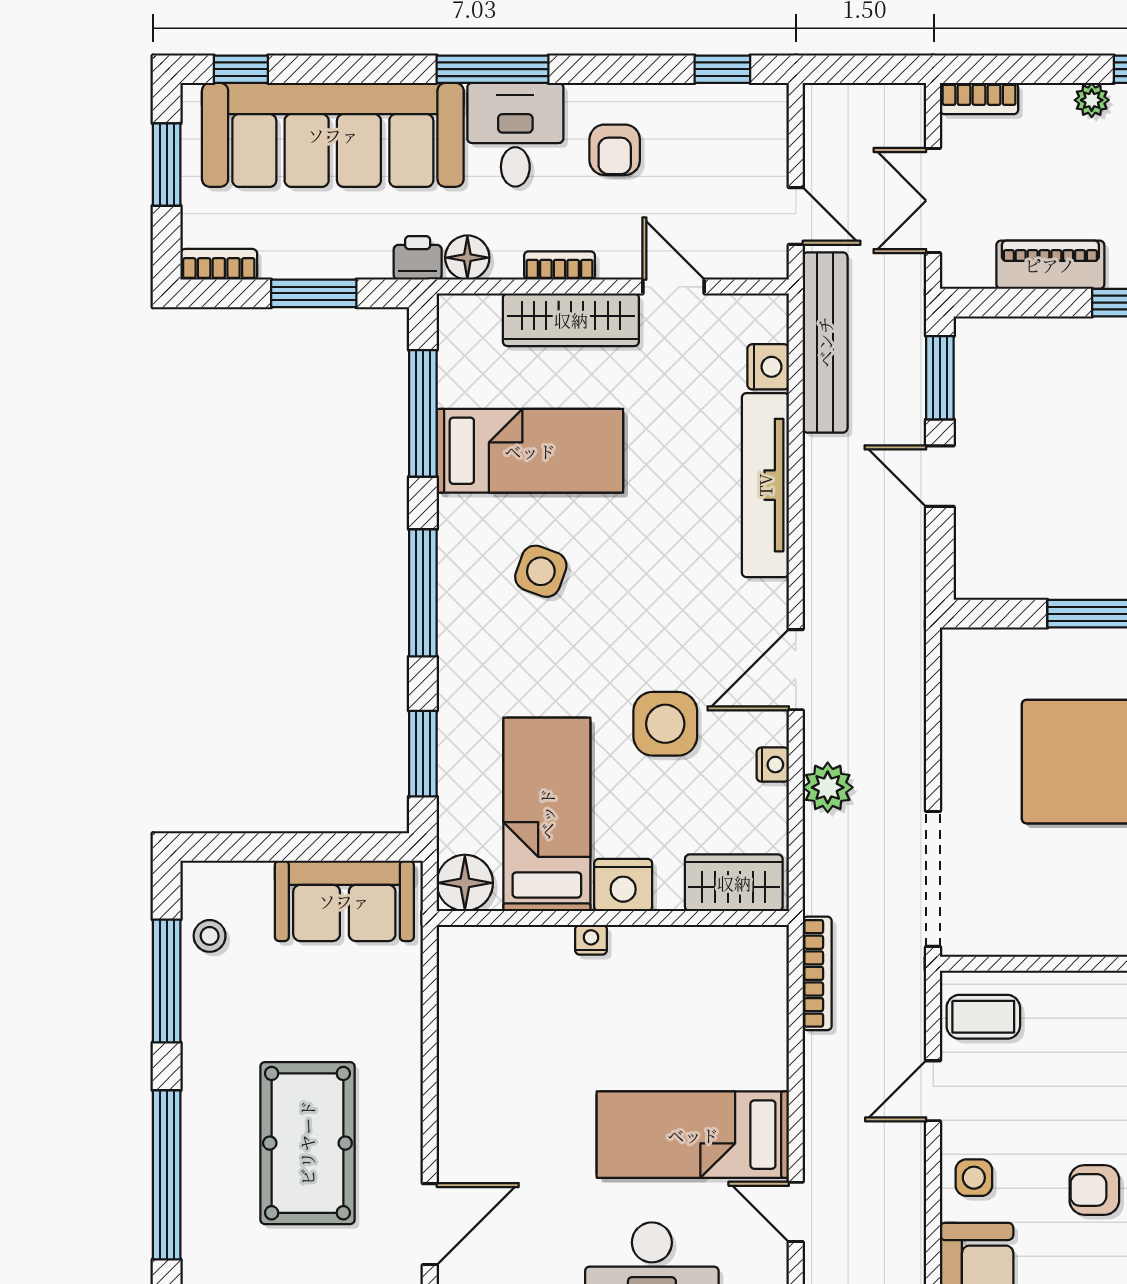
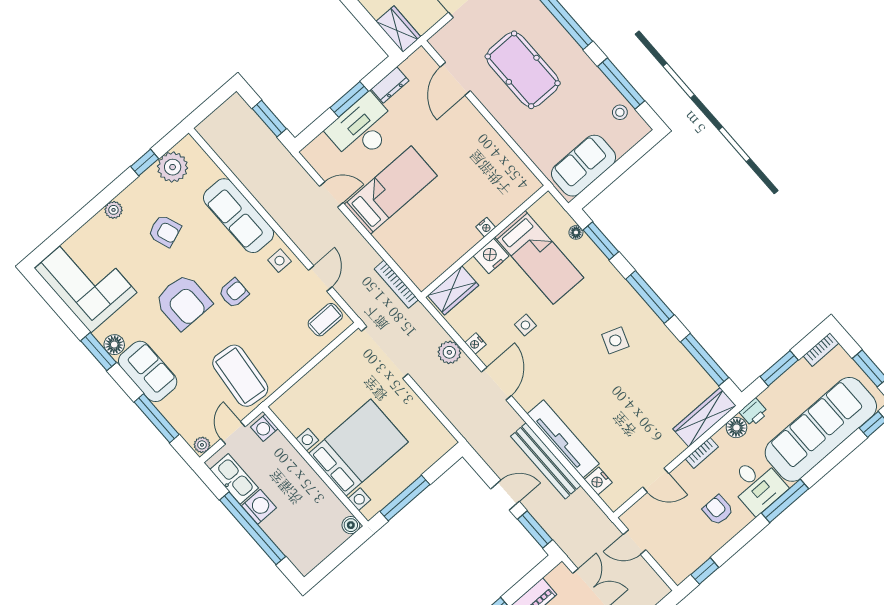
wardrobe: (571, 320) -> (705, 417), moved
bench: (825, 342) -> (546, 461), moved
bed: (530, 451) -> (656, 379), removed
side table: (665, 724) -> (525, 325), width x0.54, depth x0.54
floor lamp: (465, 883) -> (576, 232), moved, width x0.53, depth x0.53

